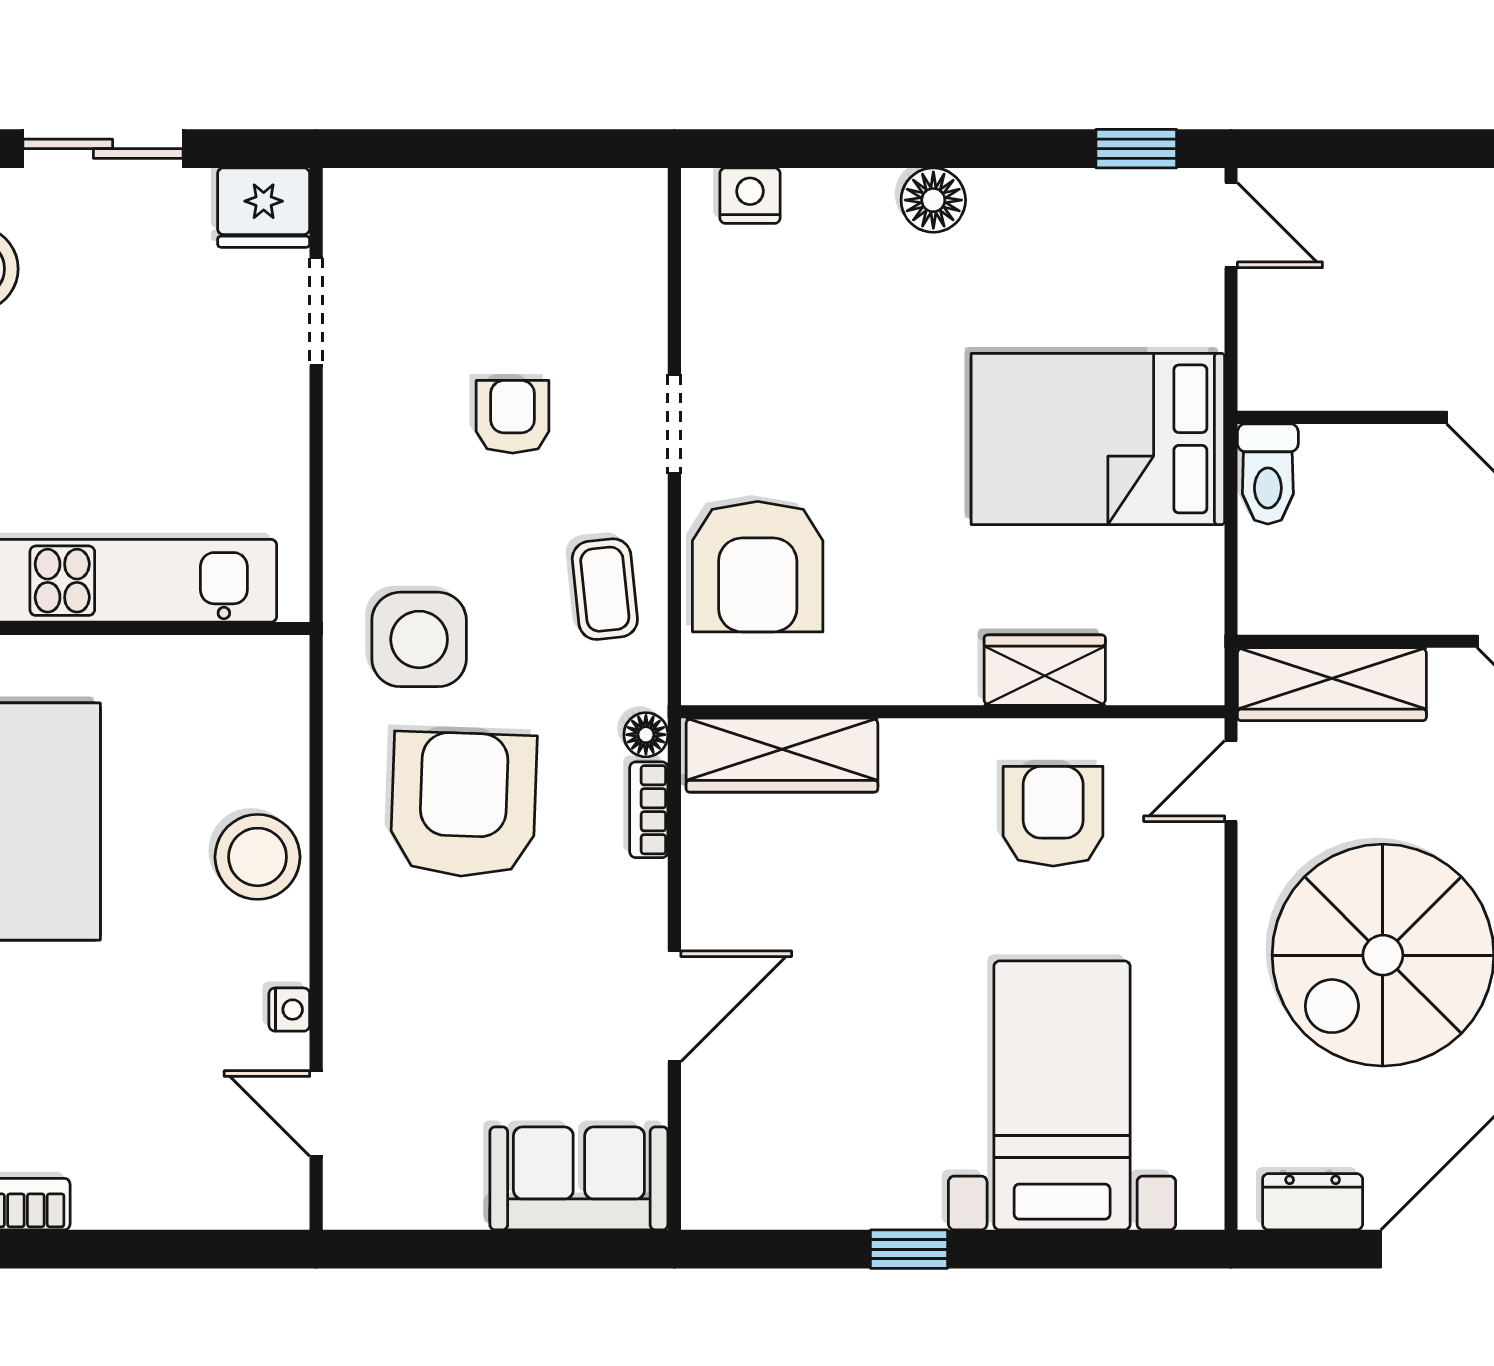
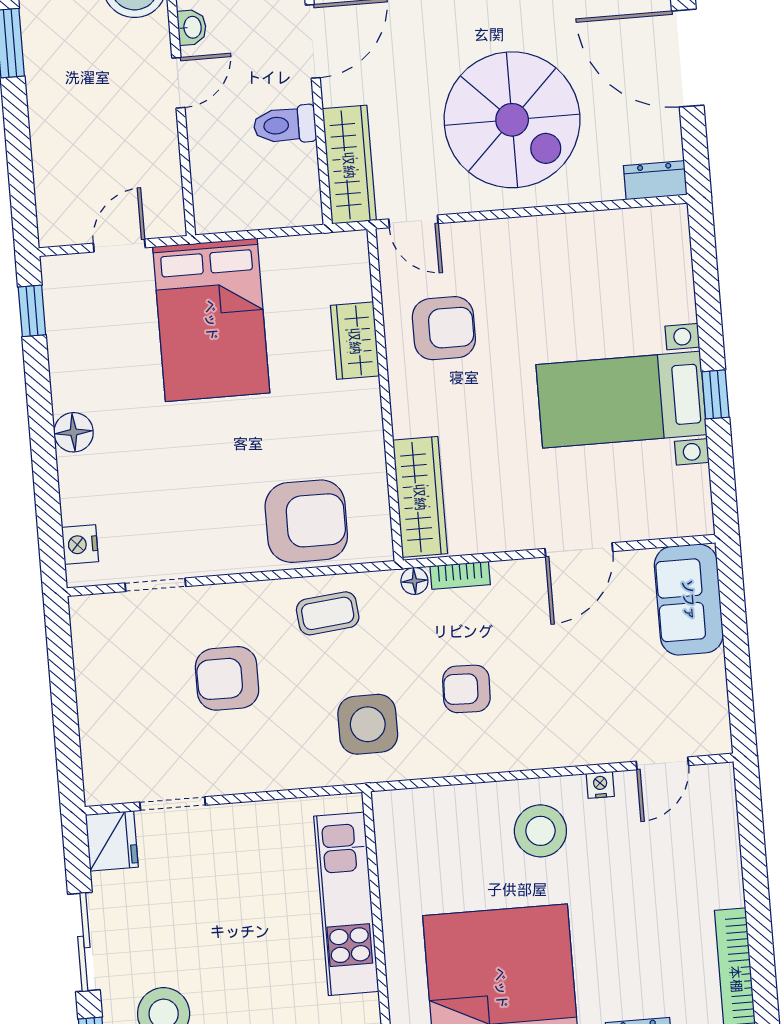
door: (1231, 225) -> (119, 245), moved
armchair: (513, 417) -> (227, 678), width x1.38, depth x1.38
doorway: (674, 424) -> (155, 585), moved
toilet: (1268, 474) -> (285, 125), moved, turned 180
armchair: (463, 805) -> (466, 689), width x0.53, depth x0.53
armchair: (1053, 816) -> (444, 328), turned 180
stool: (258, 857) -> (540, 831), moved
door: (674, 1006) -> (579, 550), swing flipped
bed with nightstands: (1062, 1095) -> (621, 400), moved
dresser: (1313, 1202) -> (655, 180), moved, turned 90

